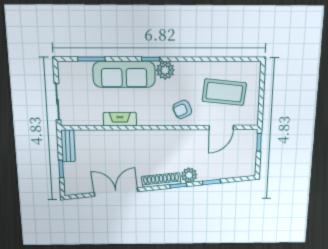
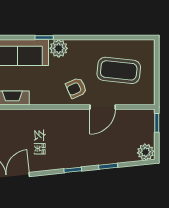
door: (221, 128) -> (103, 107), moved
plant: (189, 175) -> (146, 152), moved
shoe rack: (161, 180) -> (55, 164), removed

